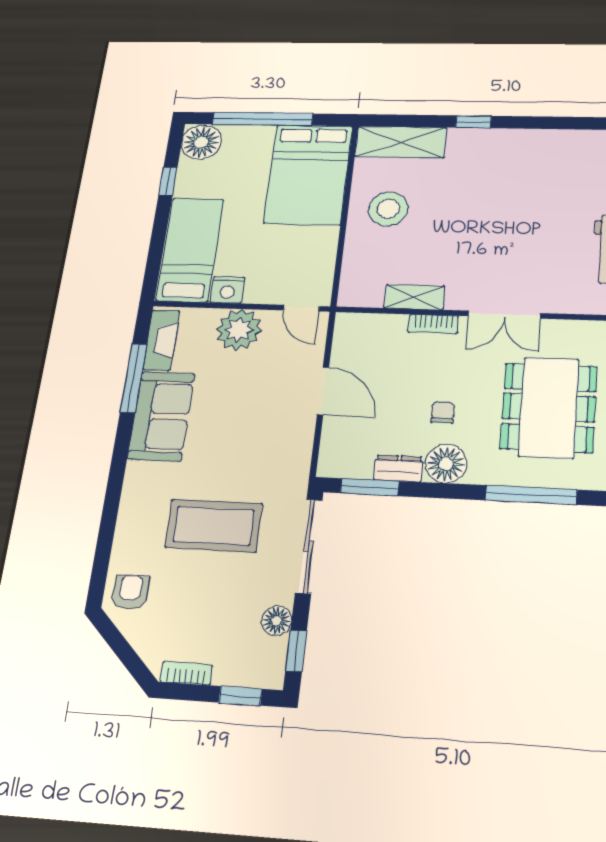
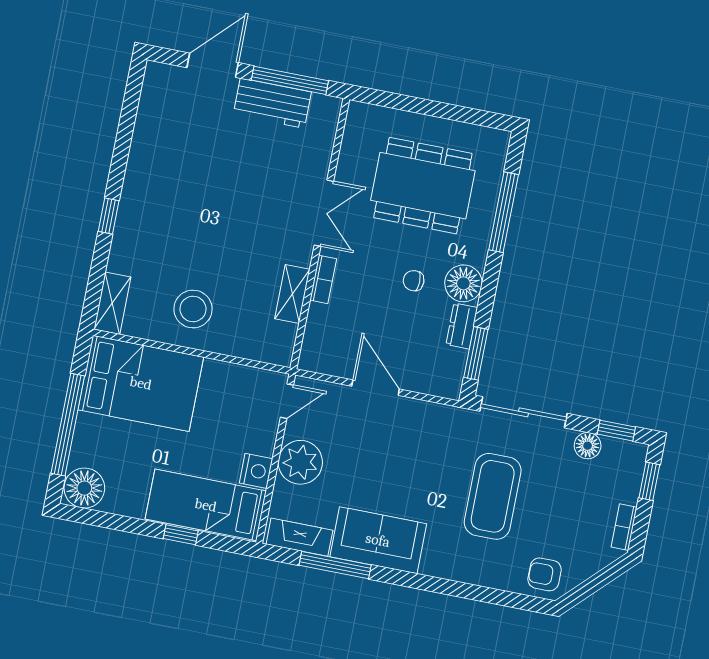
shelving: (401, 142) -> (112, 303), width x0.67, depth x0.75
window: (168, 181) -> (181, 535), moved
door: (323, 391) -> (376, 388), hinge flipped

